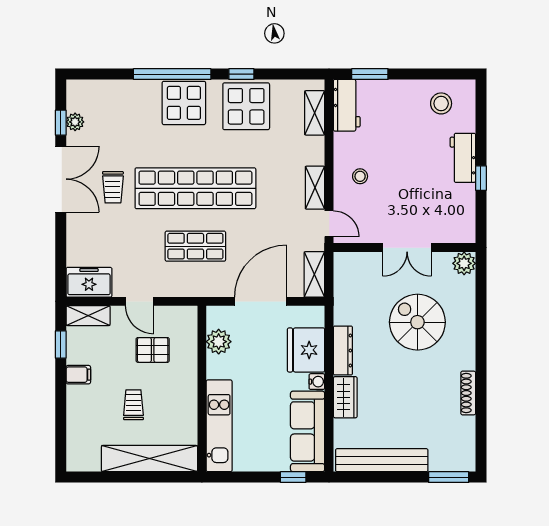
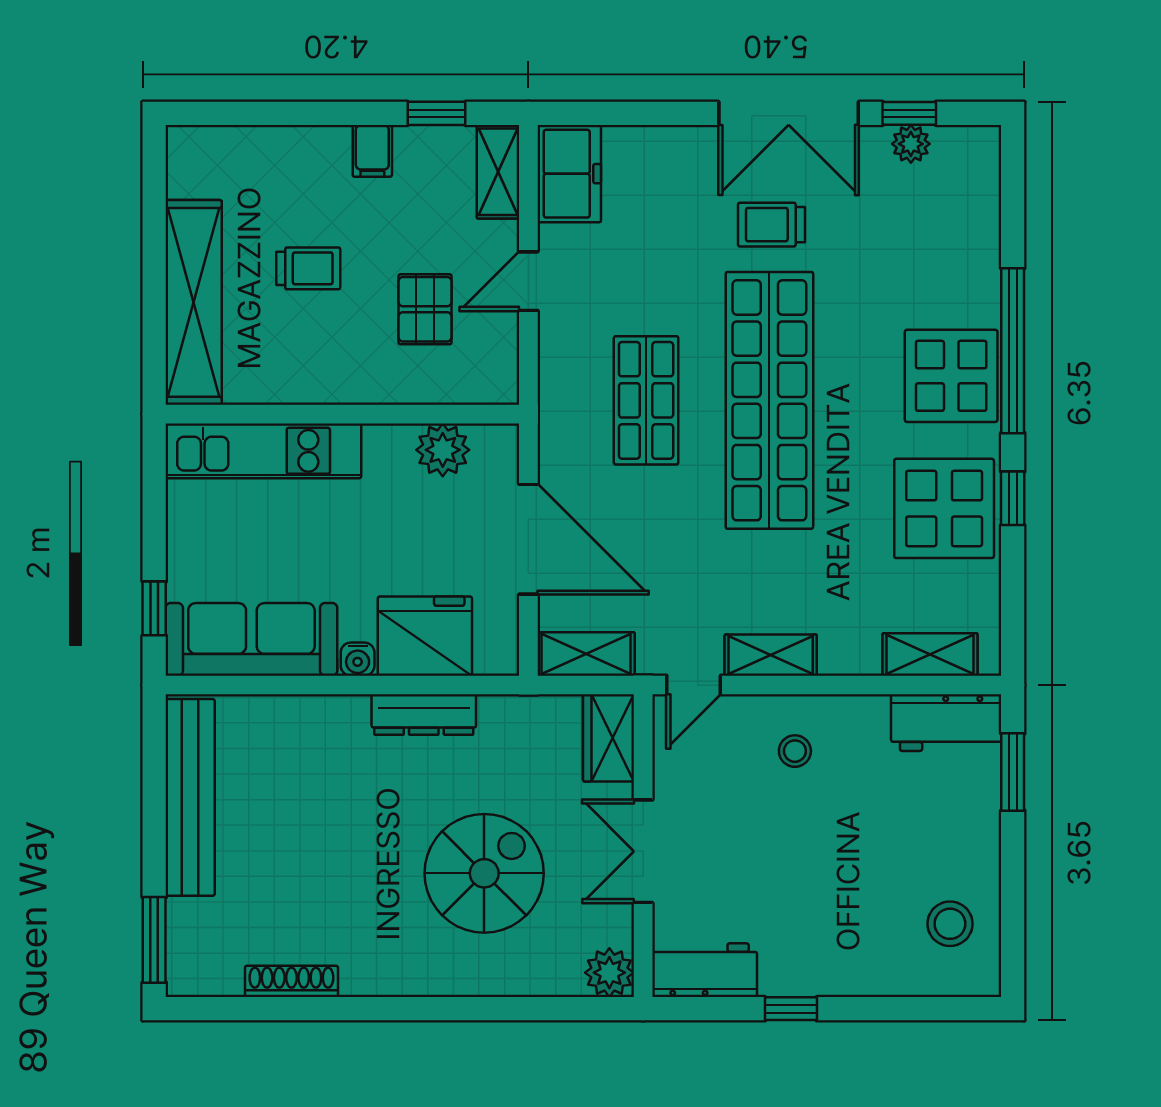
workbench: (463, 158) -> (705, 970), moved
shoe rack: (468, 393) -> (291, 981), moved
wardrobe: (345, 397) -> (609, 738), moved, turned 90

